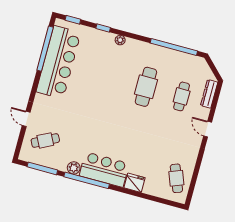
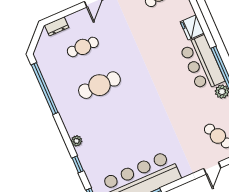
dresser: (209, 94) -> (57, 26), width x0.70

